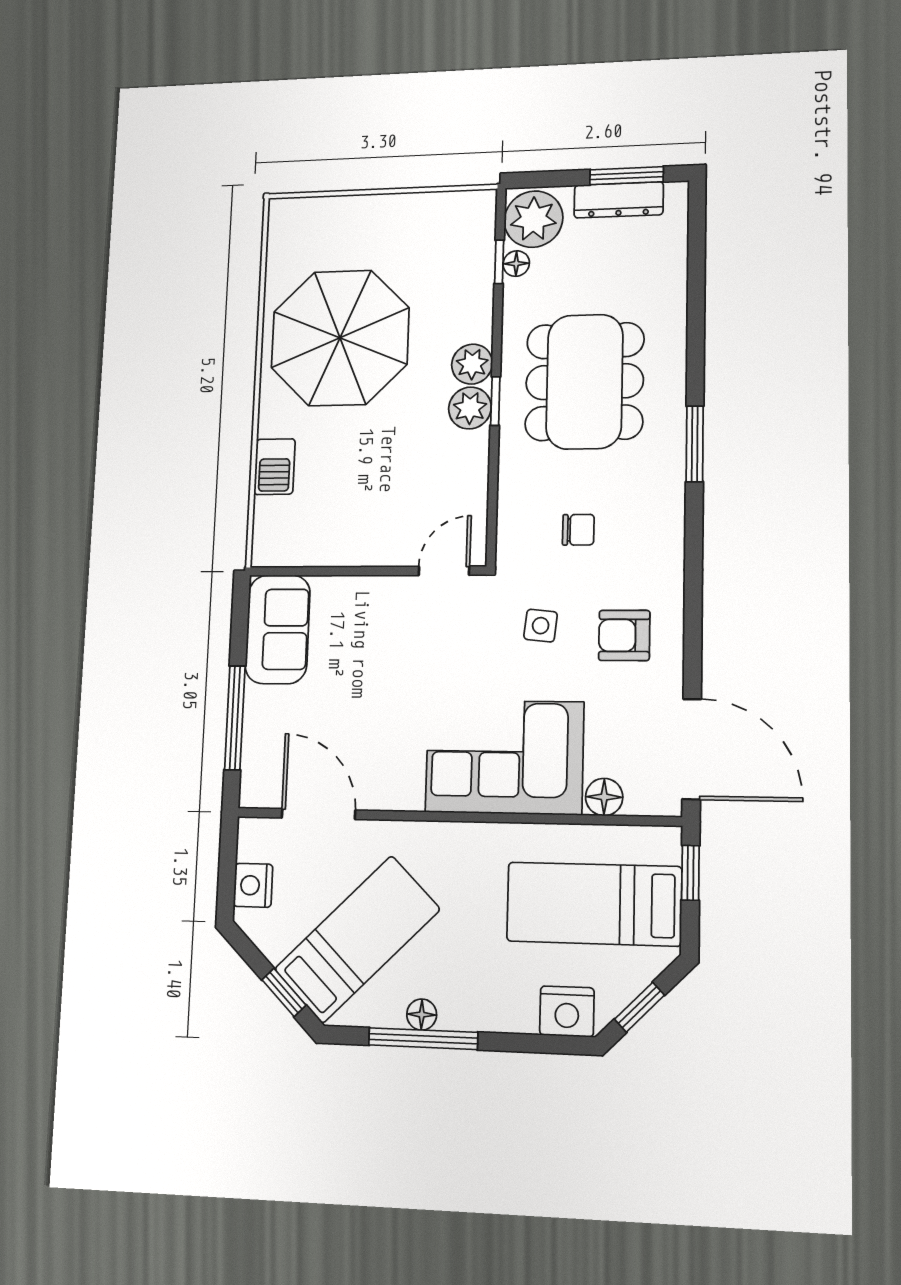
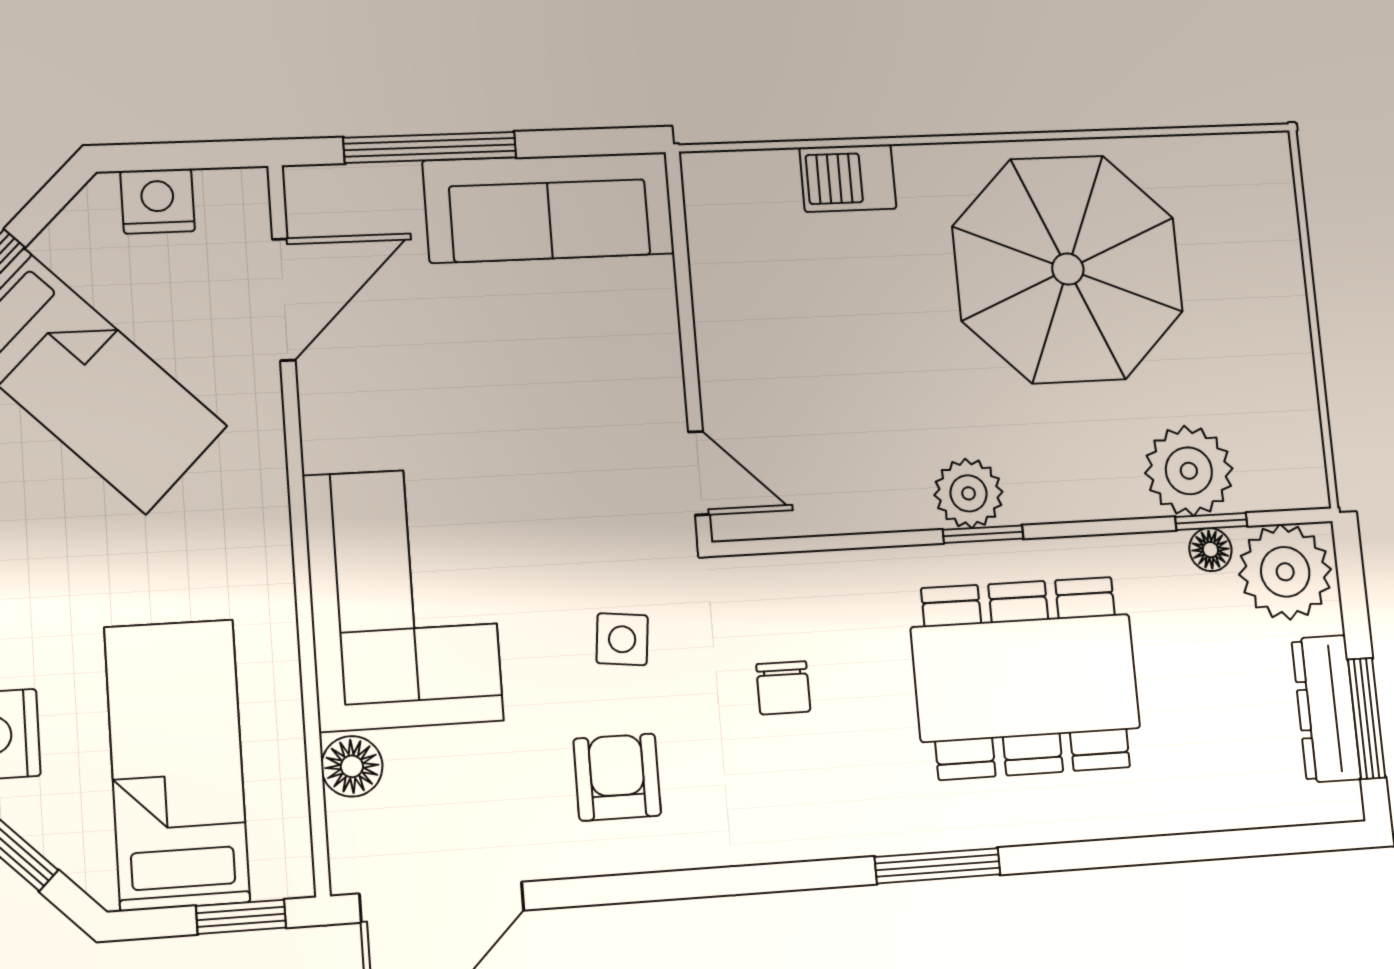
plant: (472, 364) -> (1189, 471), moved, width x1.36, depth x1.36
sofa: (278, 629) -> (549, 207), width x1.36

